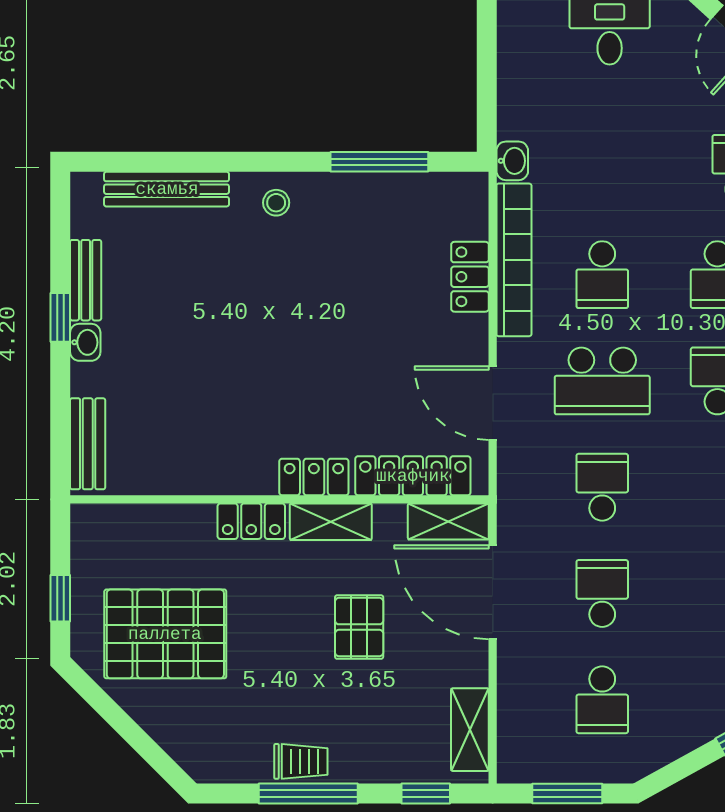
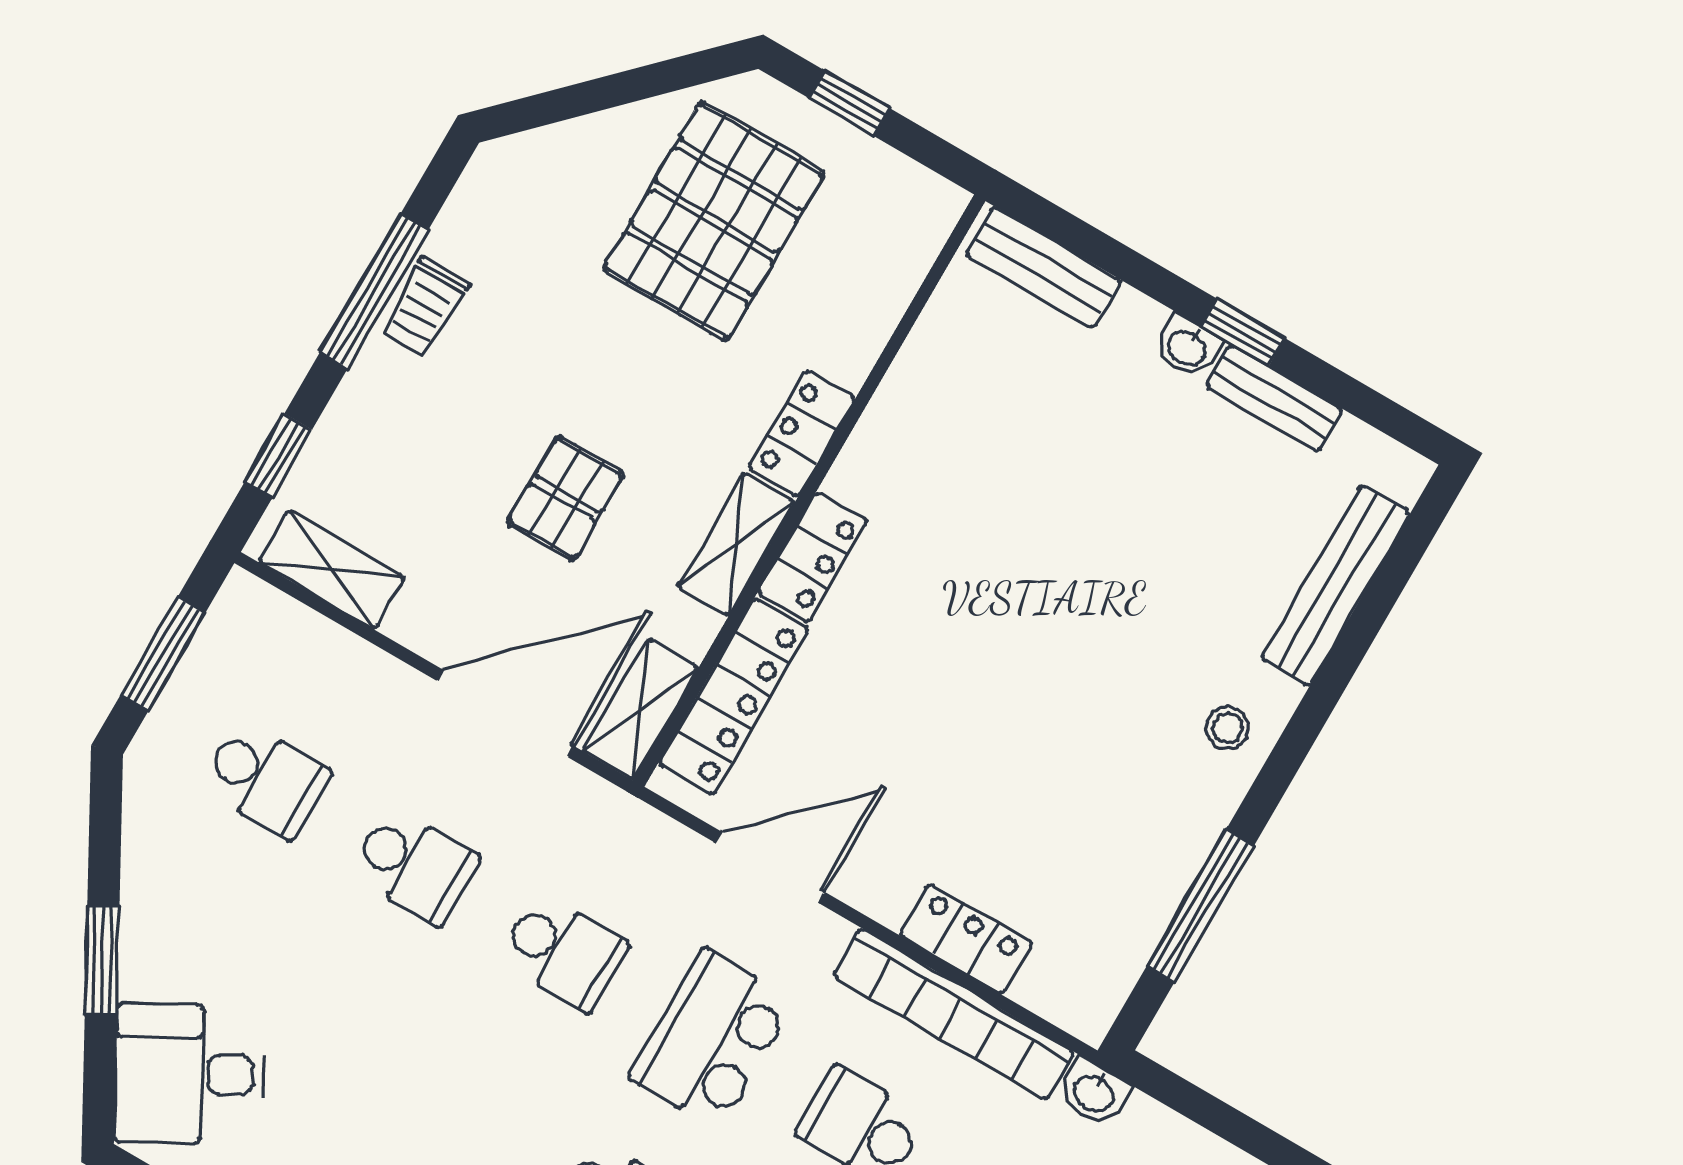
pallet: (359, 627) -> (566, 498), turned 90
school desk: (602, 700) -> (266, 779), turned 180

